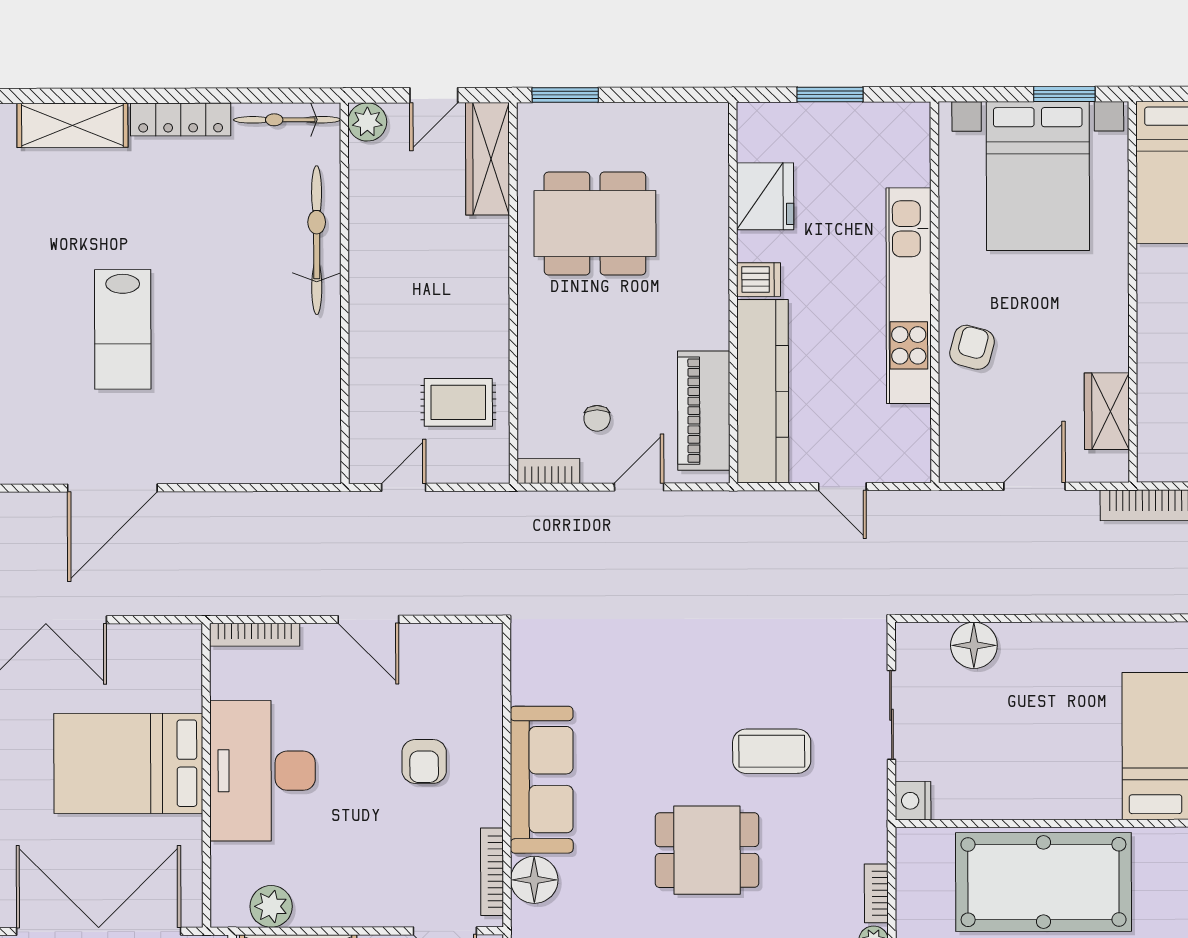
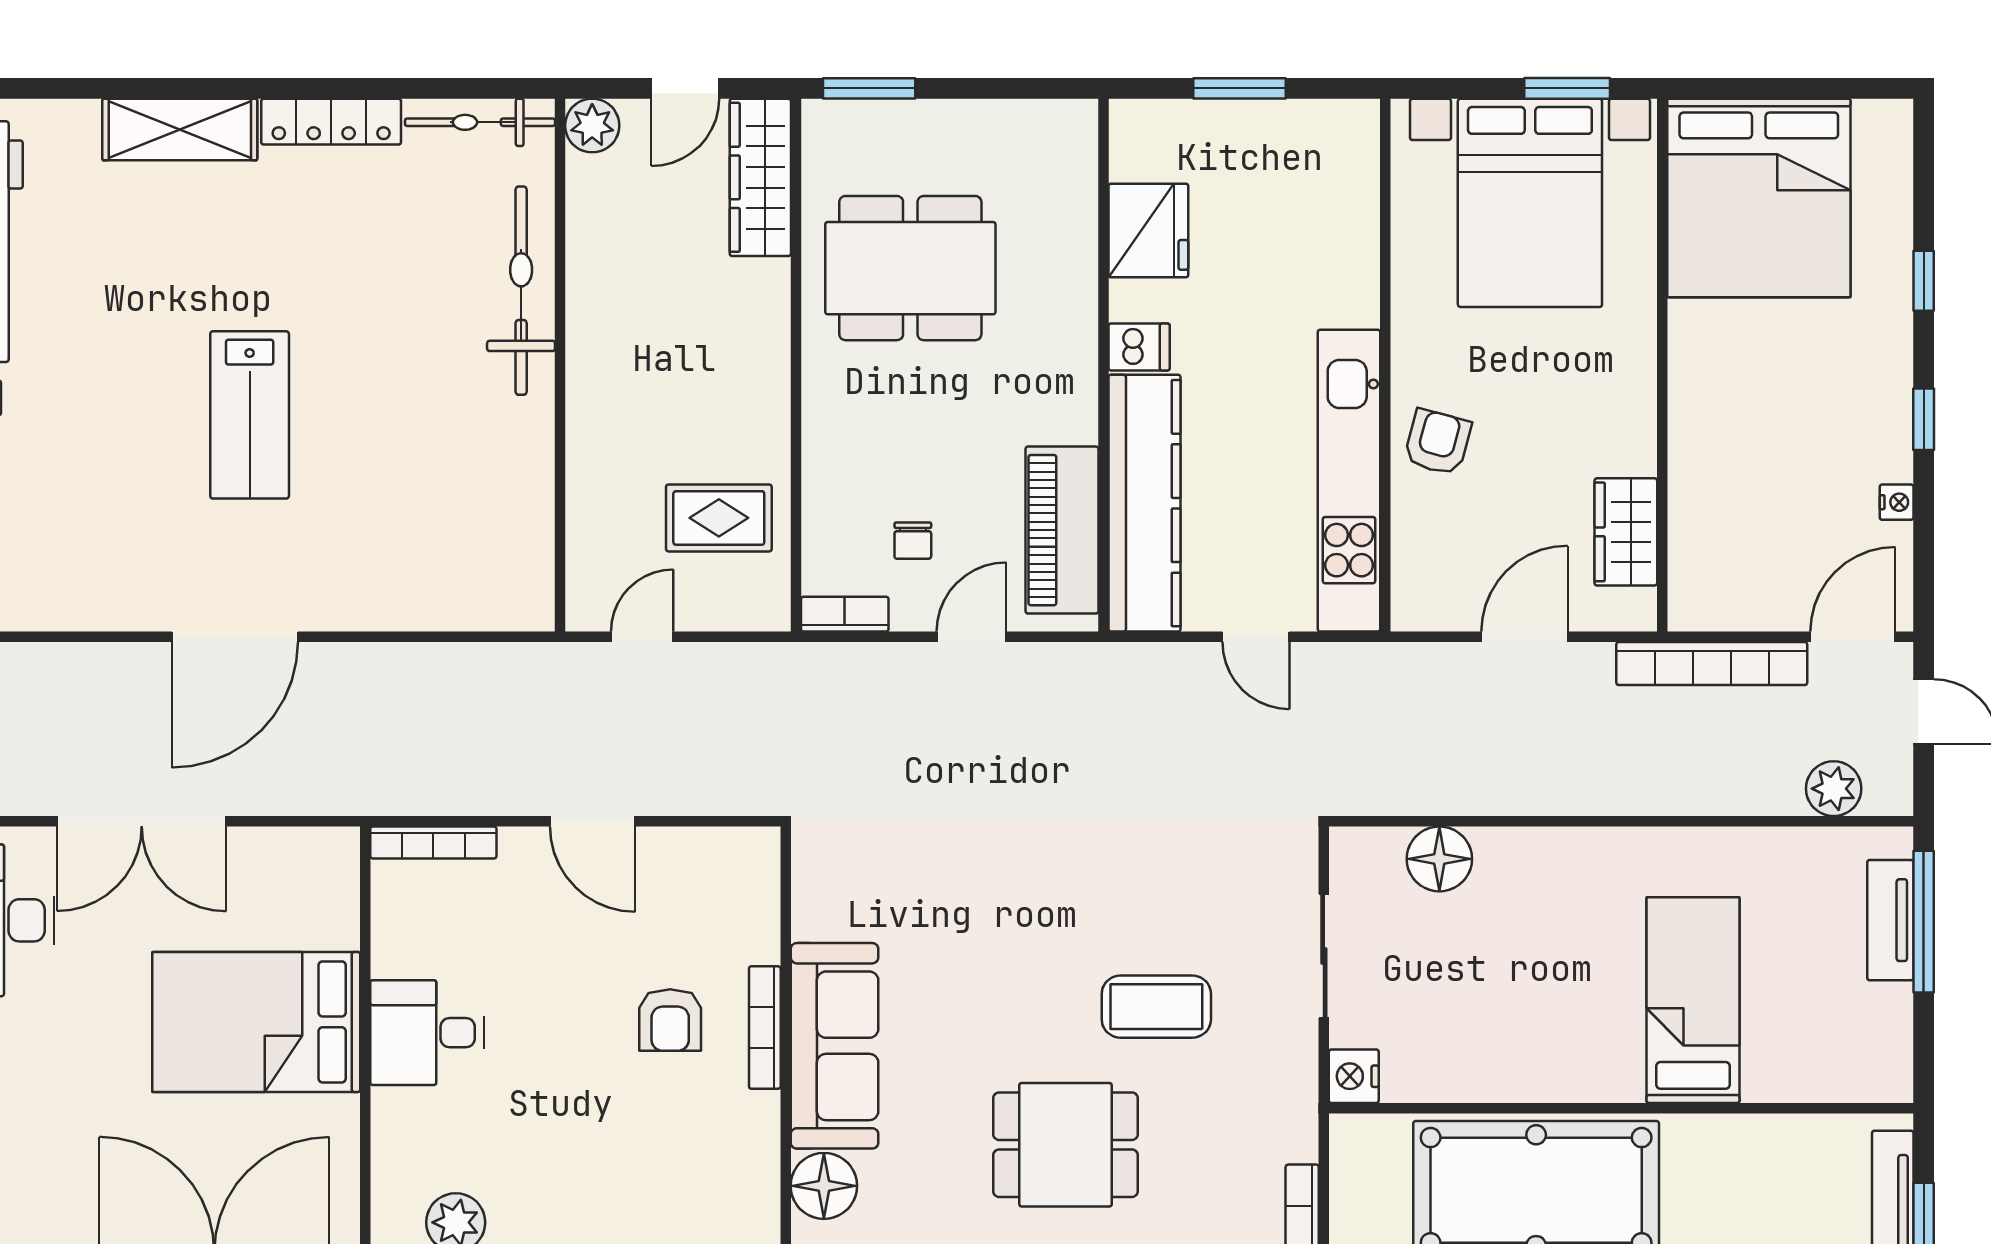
kitchen unit: (909, 296) -> (1349, 481), moved
desk: (262, 771) -> (427, 1033), width x0.53, depth x0.77
bookcase: (492, 872) -> (765, 1028), moved

